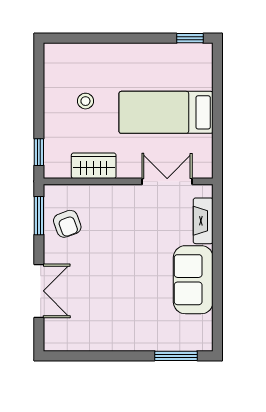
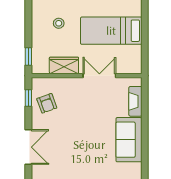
double door: (167, 181) -> (99, 76), moved
window: (39, 216) -> (28, 98), width x0.67

